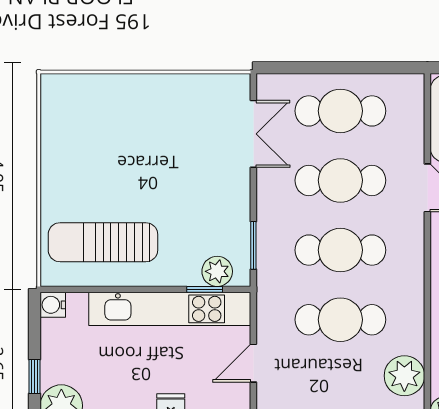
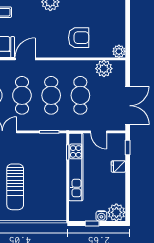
sun lounger: (103, 242) -> (15, 187), moved
plant: (217, 271) -> (60, 147), removed
water cooler: (53, 305) -> (101, 216), moved
window: (35, 377) -> (92, 224), moved

